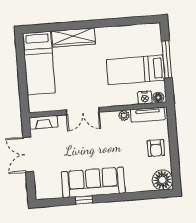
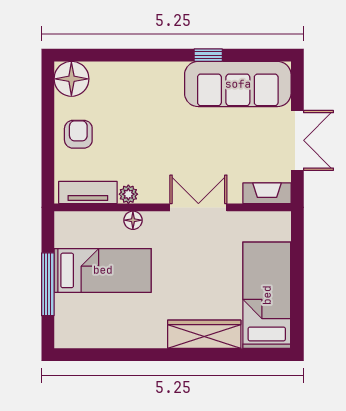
floor lamp: (158, 97) -> (133, 220), moved
nightstand: (145, 98) -> (90, 222), removed
sofa: (93, 182) -> (238, 84), moved

